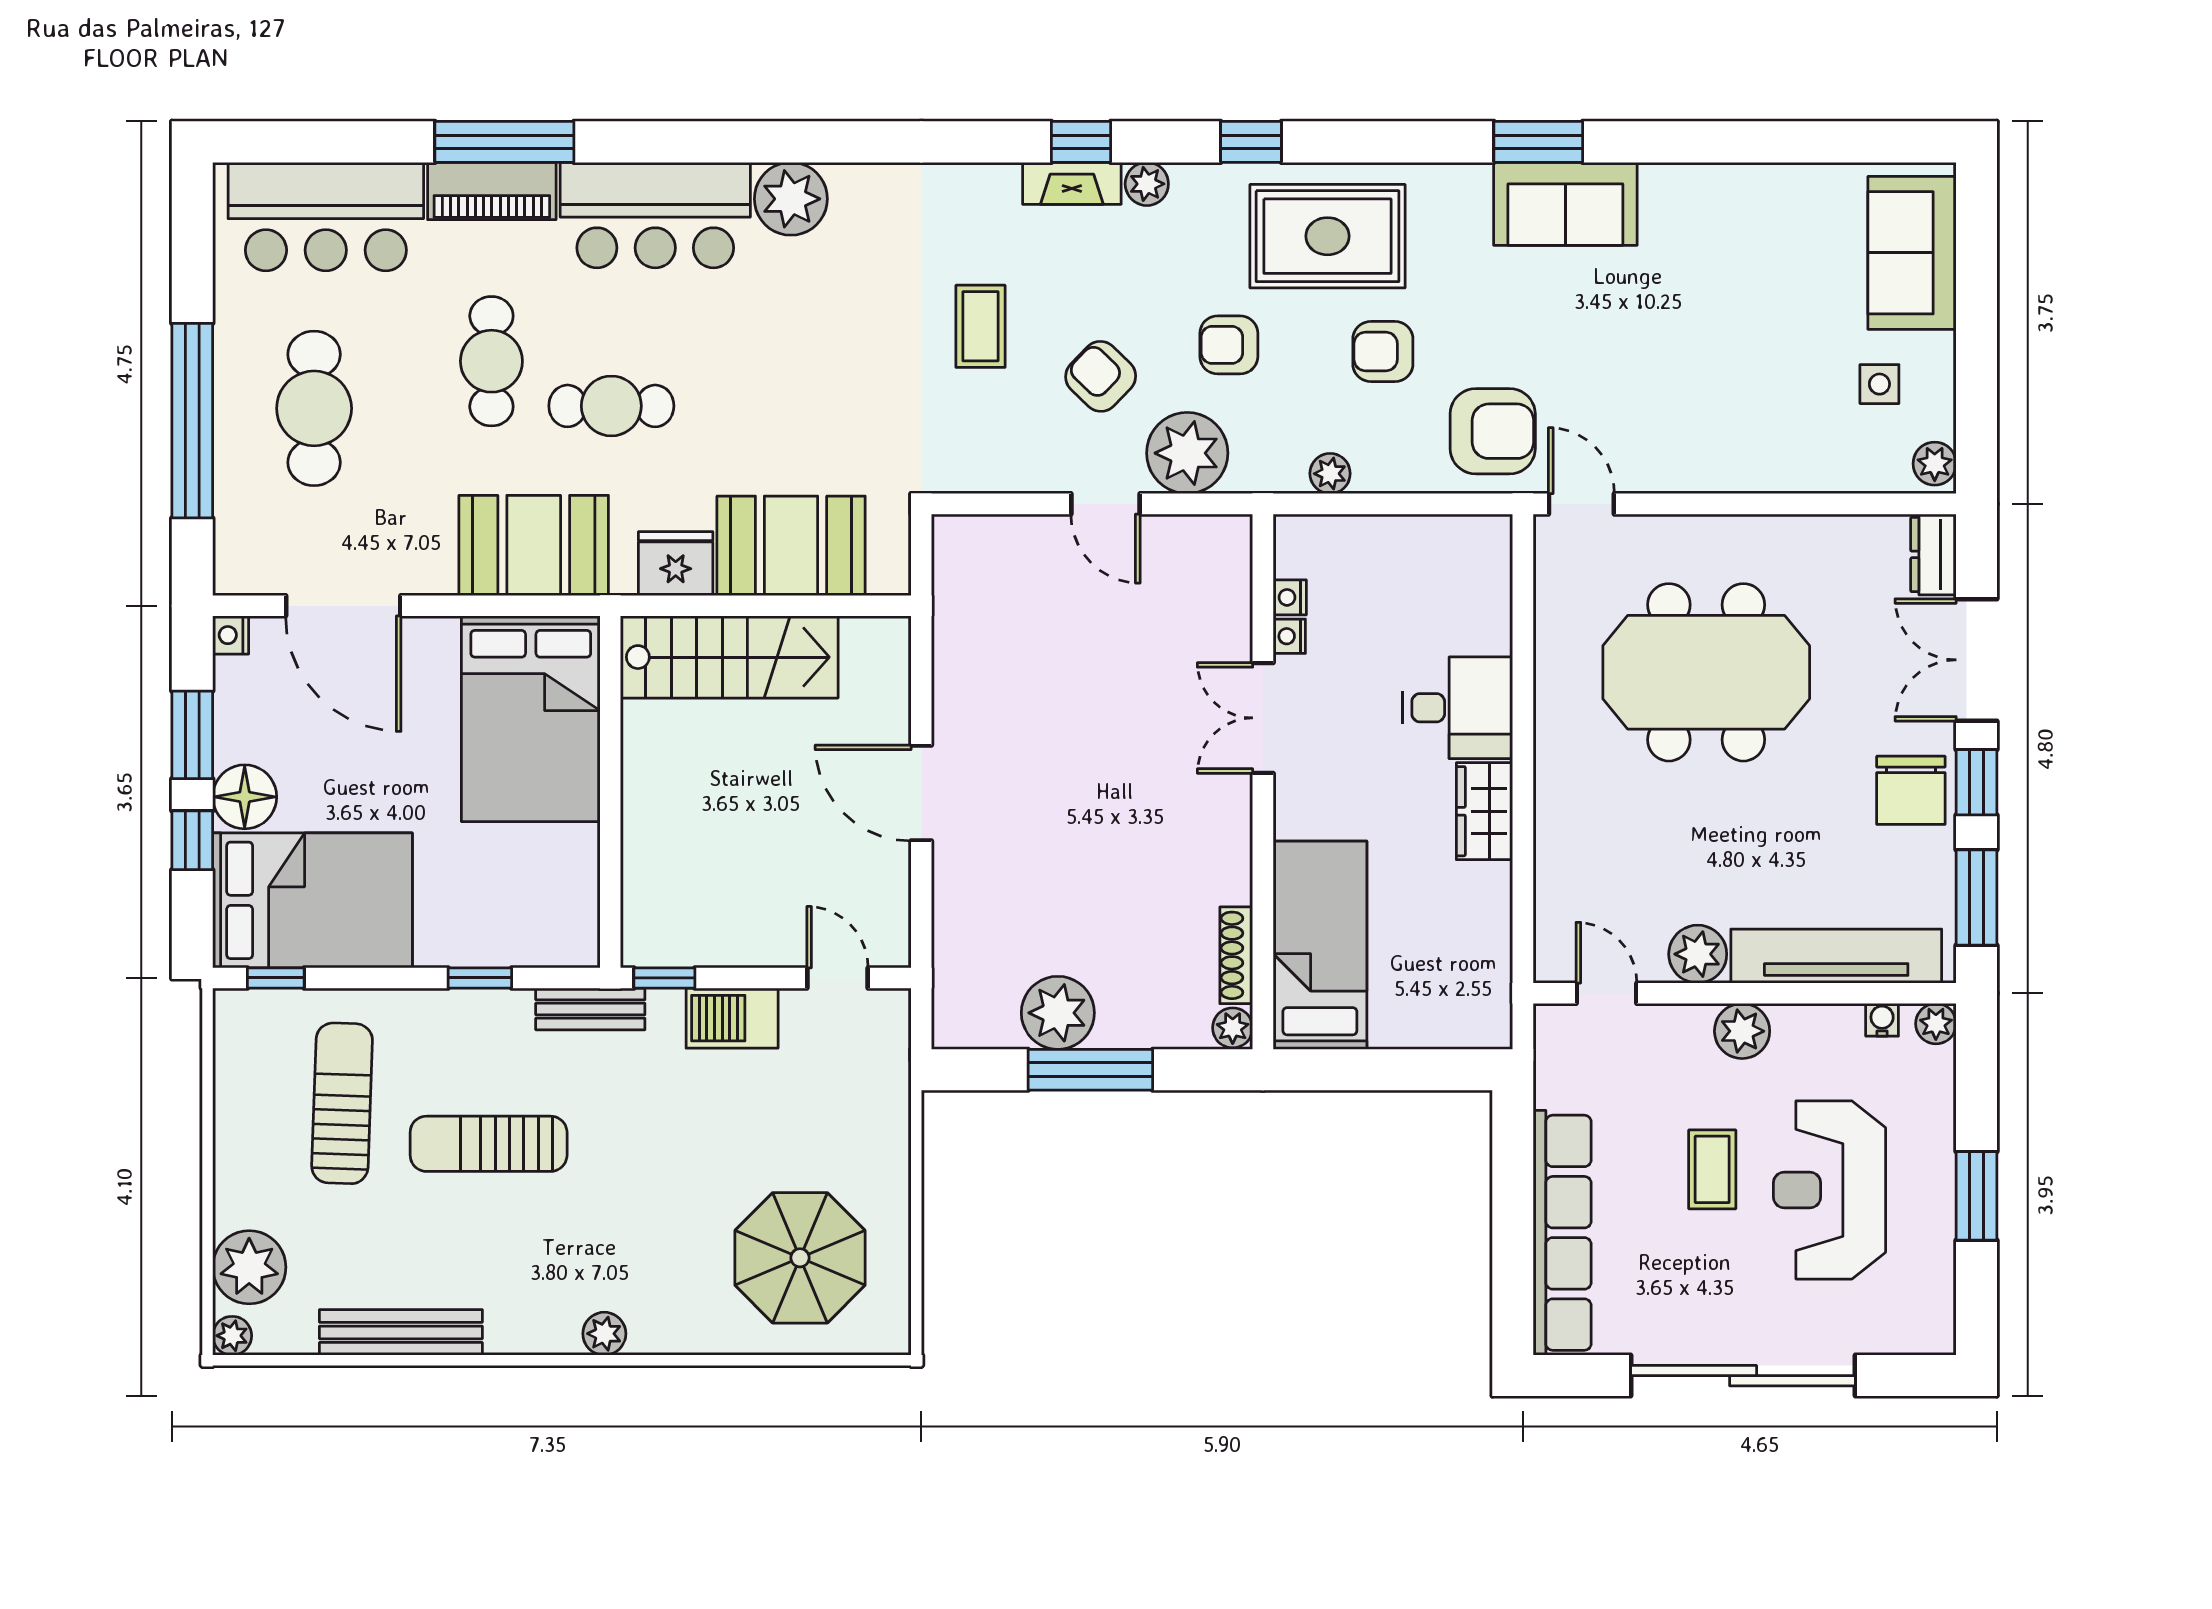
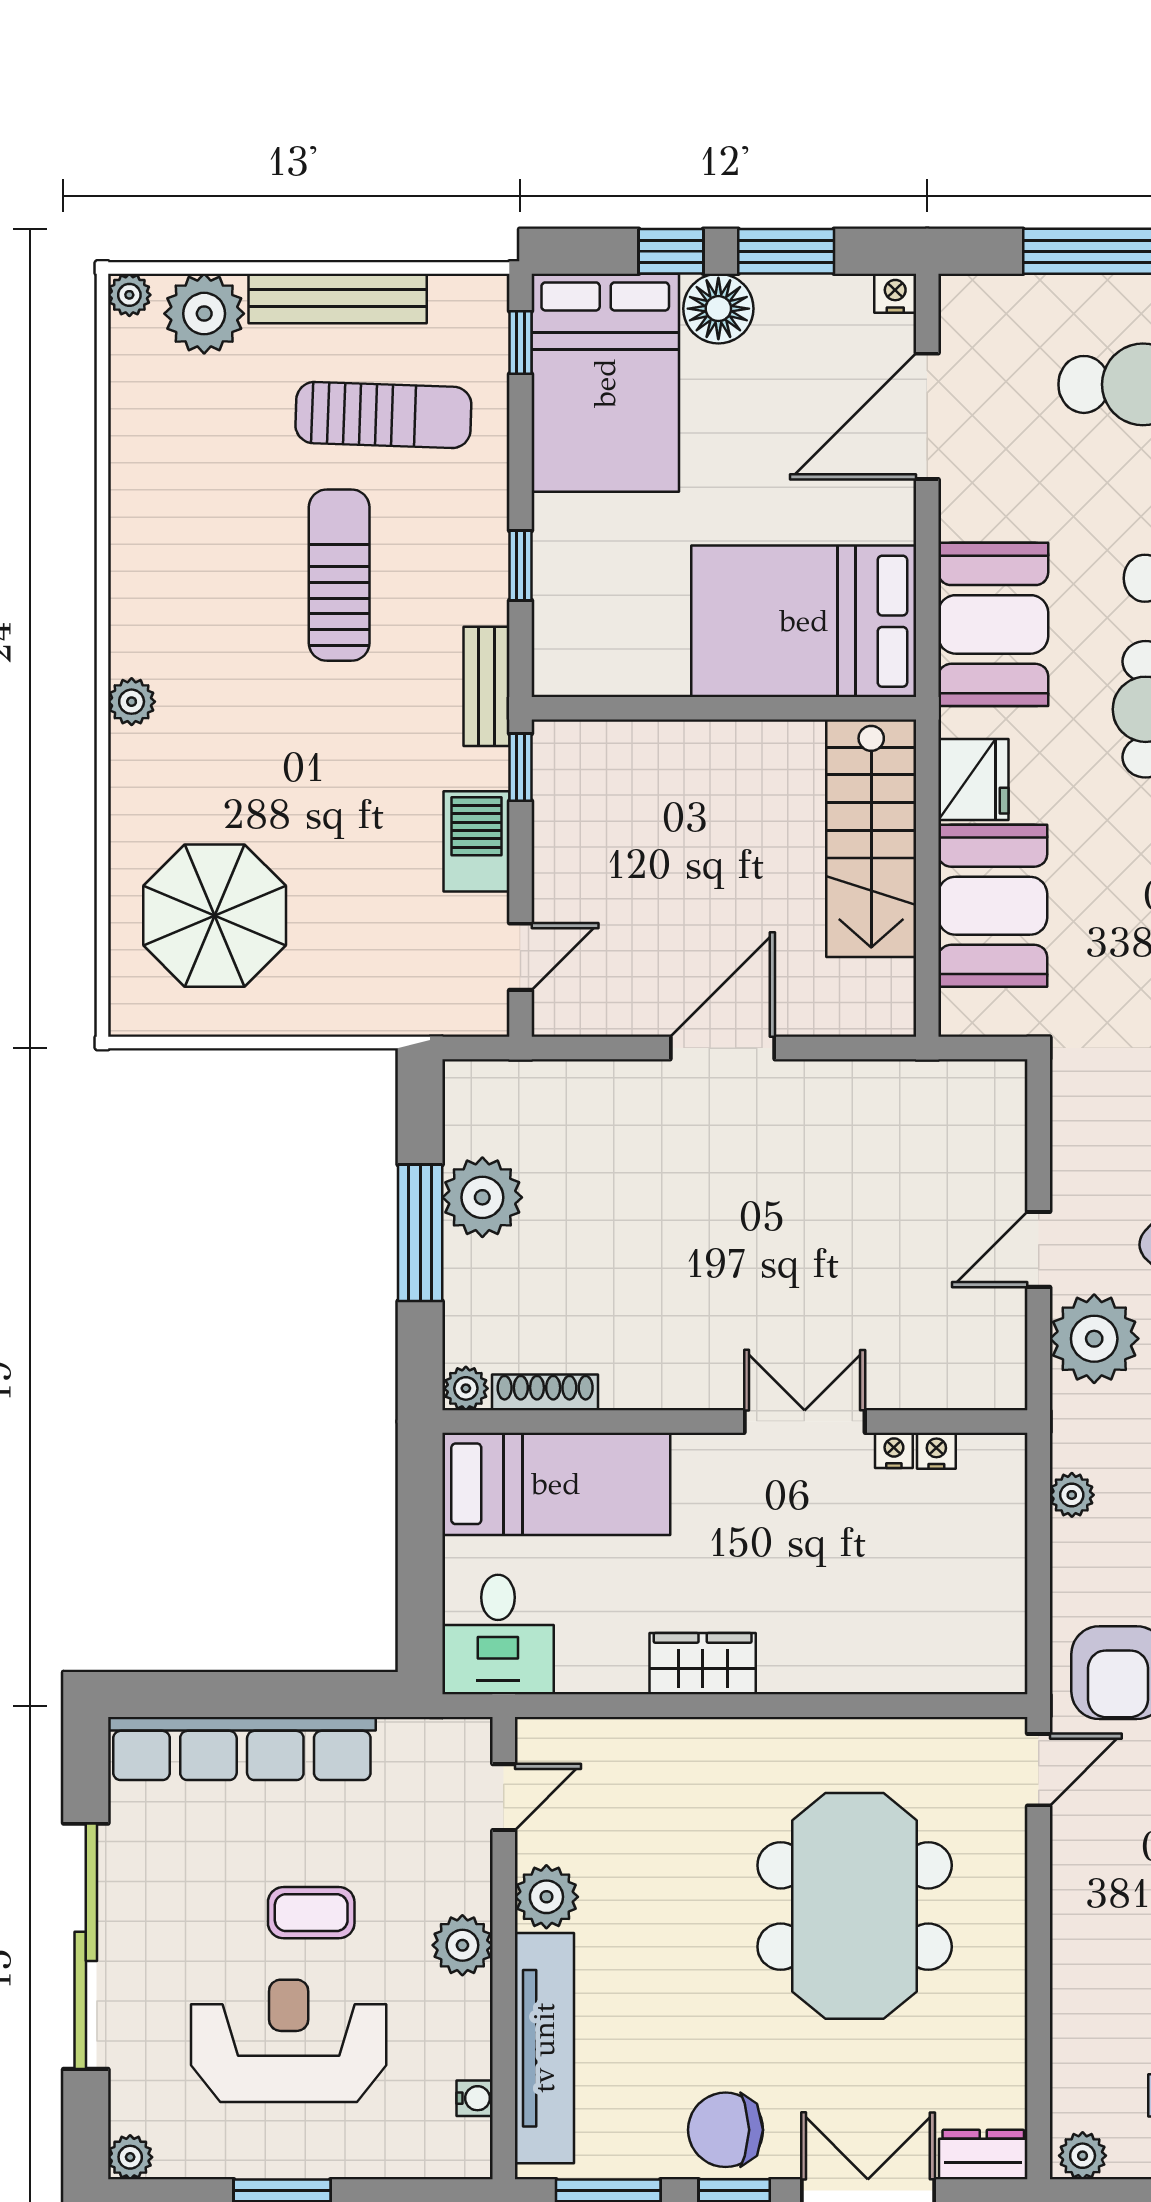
desk: (1458, 708) -> (498, 1635), moved
plant: (1936, 1024) -> (130, 2157), moved
bench: (401, 1332) -> (338, 298), moved, turned 90

